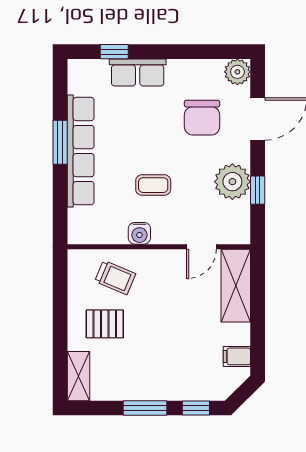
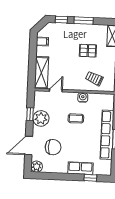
chair: (202, 118) -> (53, 147), turned 90
pallet: (105, 324) -> (88, 51), moved

